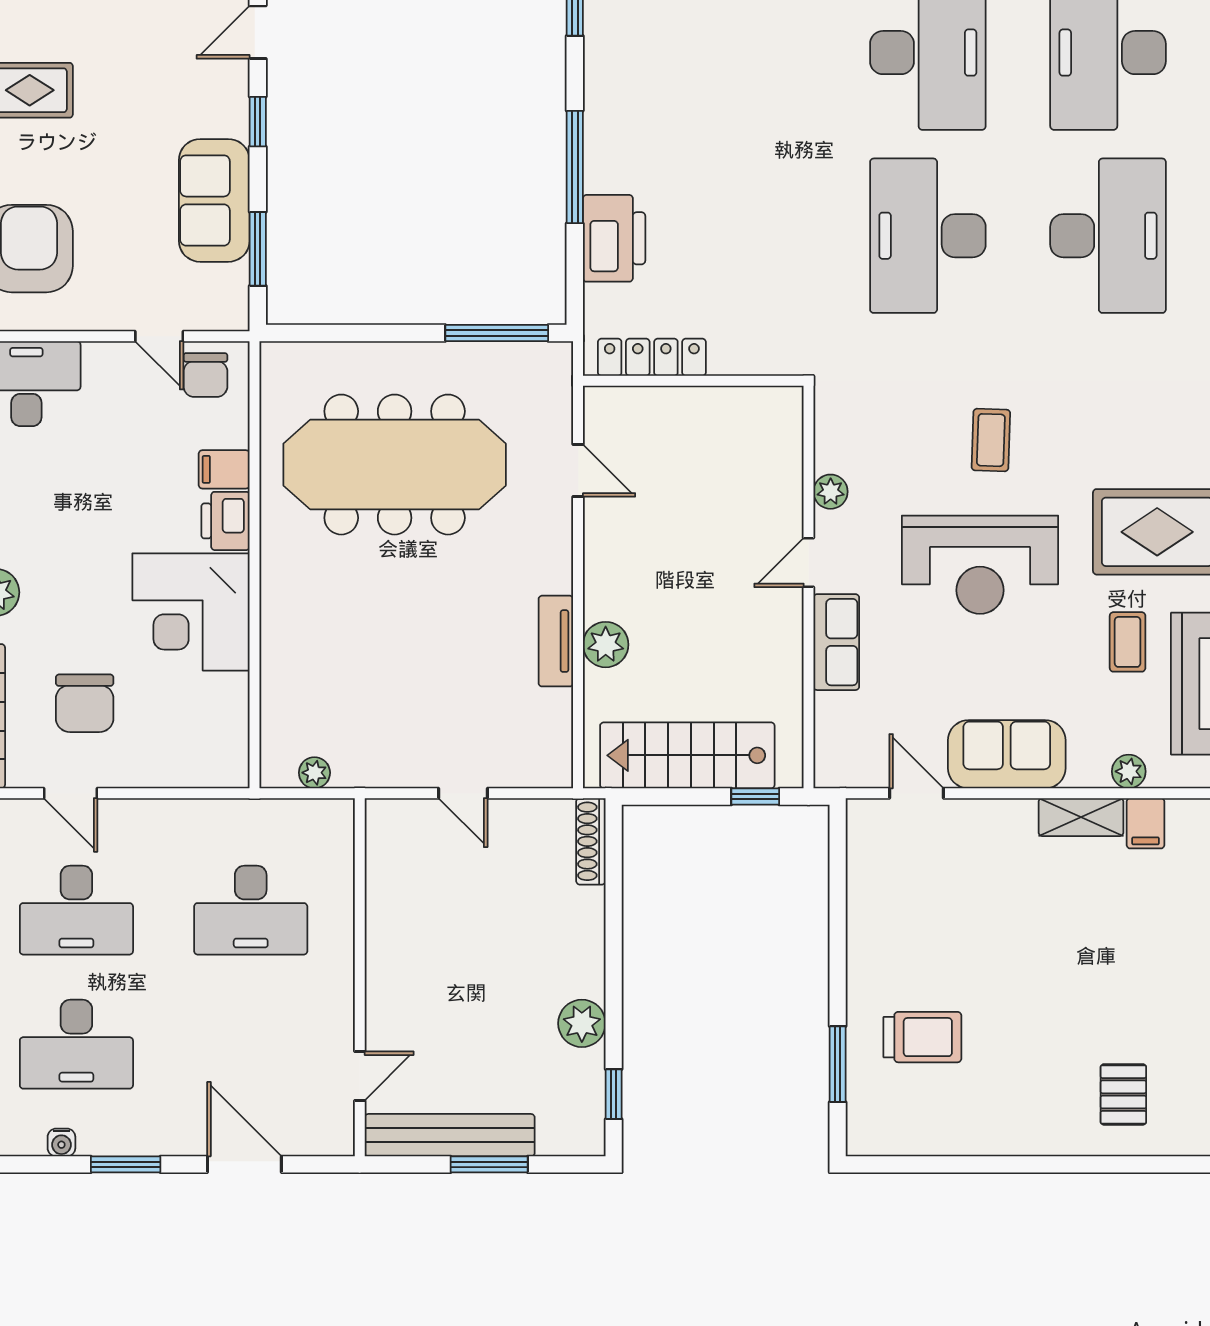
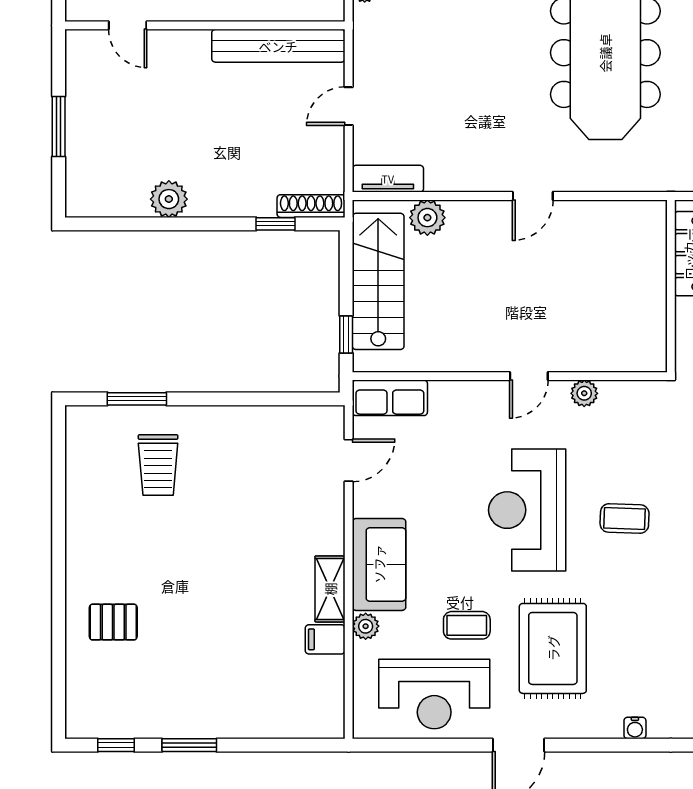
door: (578, 471) -> (533, 196), moved
door: (809, 563) -> (529, 376), swing flipped
tv unit: (556, 641) -> (388, 179), moved
row of seats: (836, 642) -> (390, 398), moved
plant: (606, 645) -> (427, 218), moved
sofa: (1007, 754) -> (379, 564), moved
window: (614, 1094) -> (276, 224), moved
bench: (450, 1135) -> (278, 46), moved, turned 90

